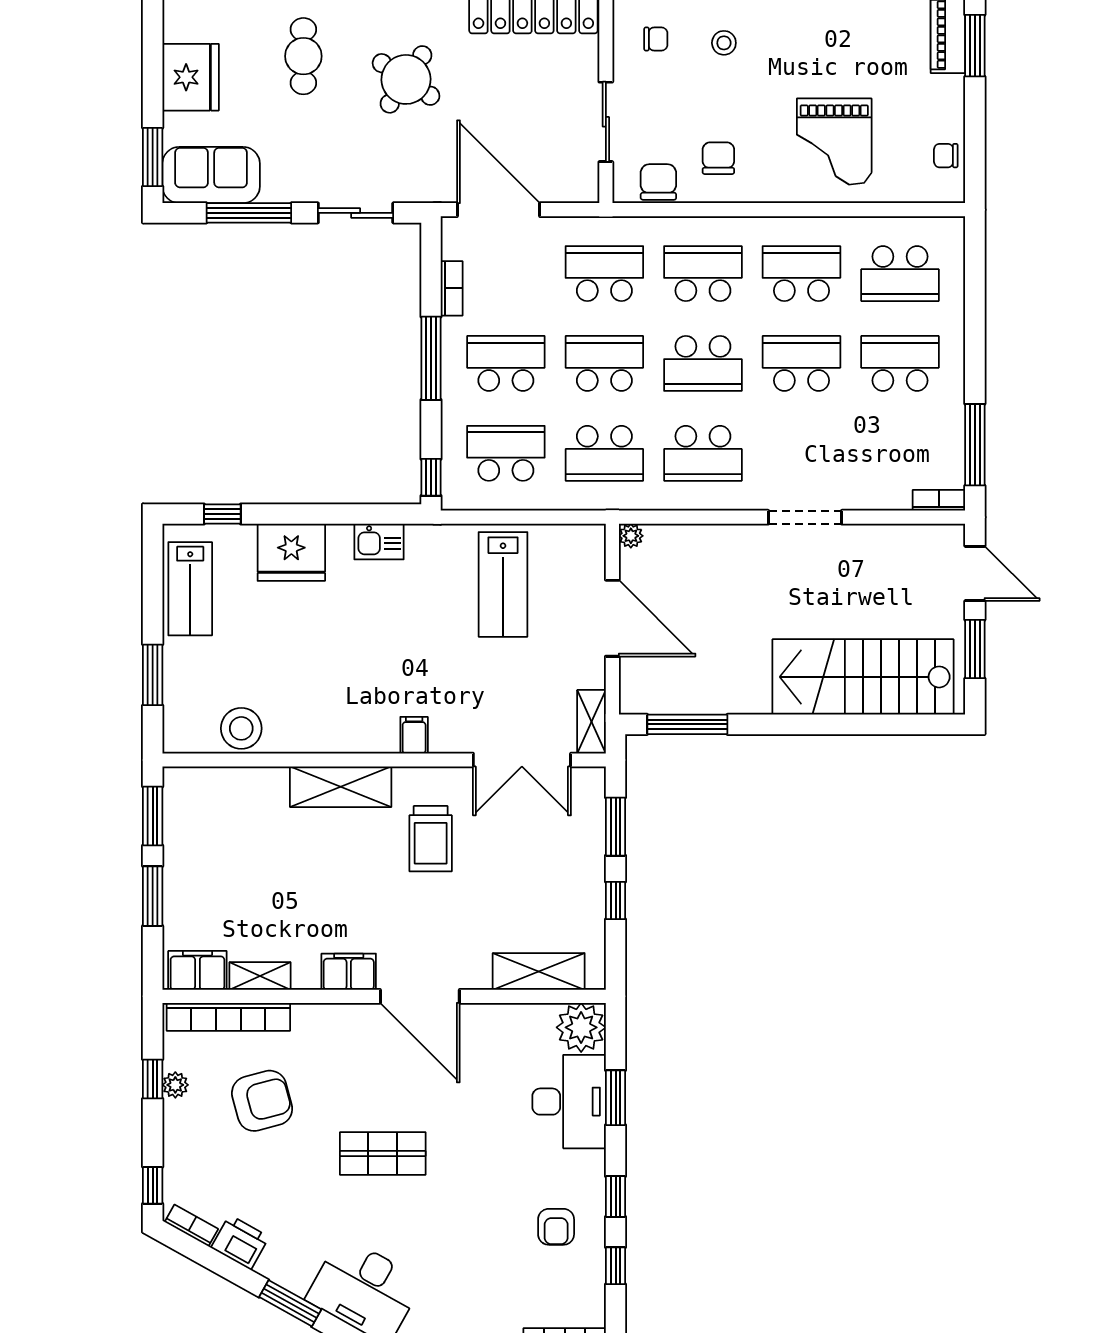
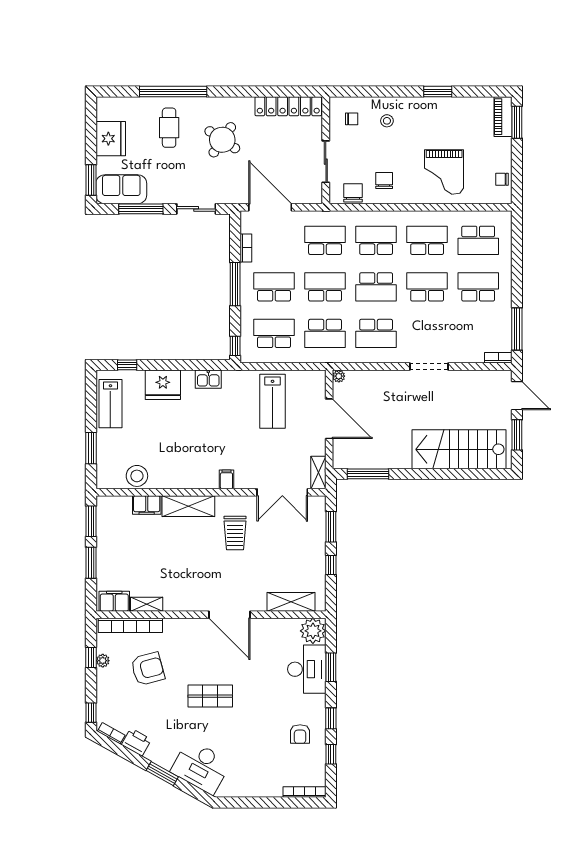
filing cabinet: (349, 972) -> (147, 505), moved, turned 180

